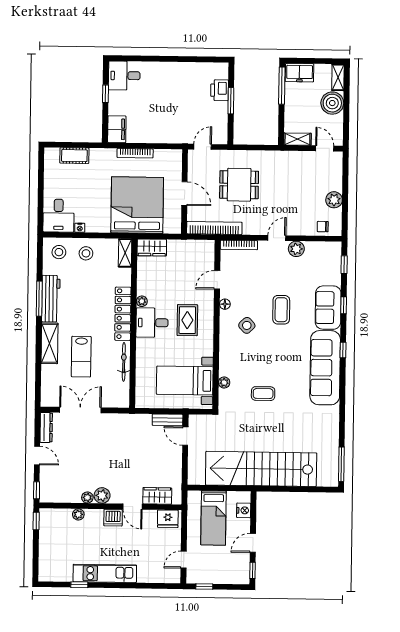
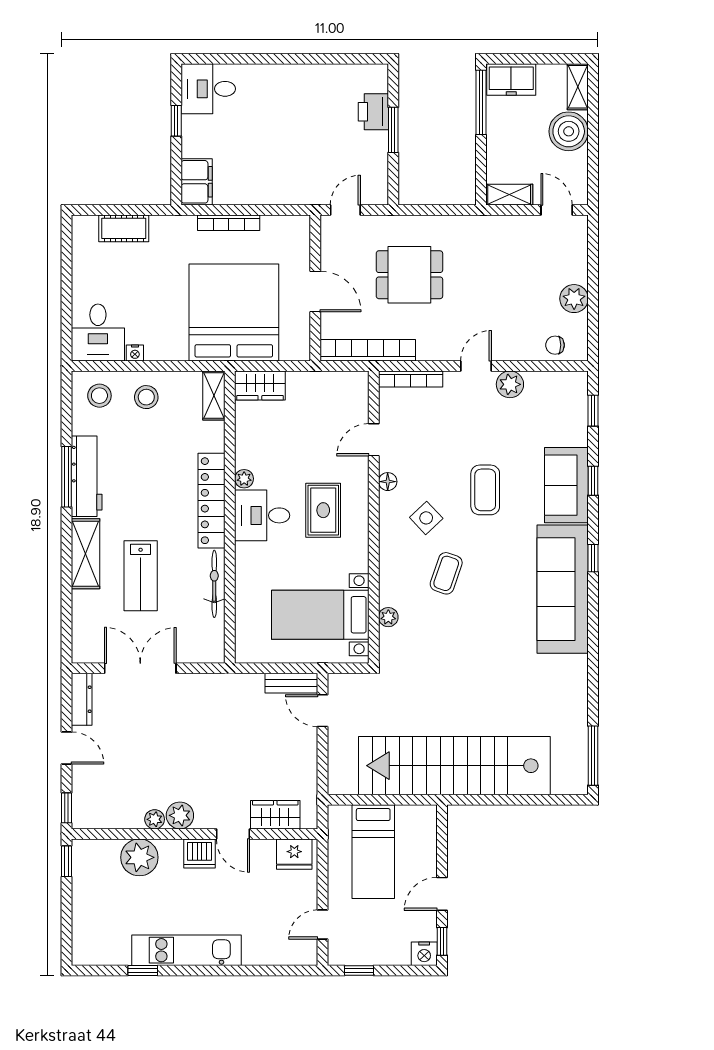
coffee table: (263, 394) -> (446, 573), moved, turned -71
nightstand: (244, 510) -> (424, 954), moved, turned 90
plant: (78, 514) -> (139, 857), width x1.87, depth x1.87

